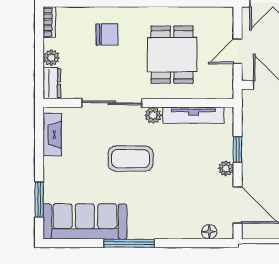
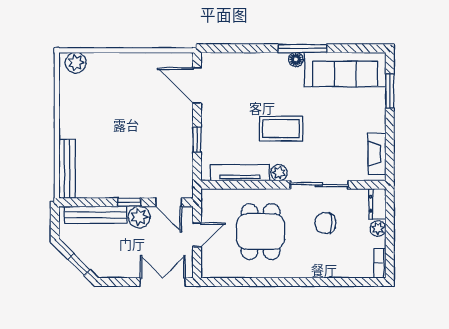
chair: (107, 35) -> (325, 223), moved
coffee table: (130, 159) -> (281, 129), moved
plant: (226, 168) -> (208, 121), removed
floor lamp: (209, 232) -> (296, 60), moved

